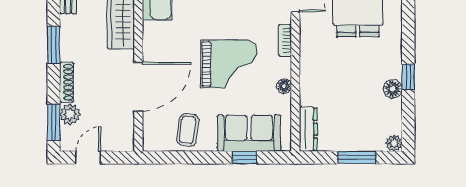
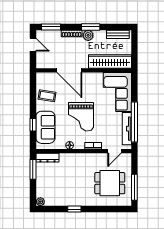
floor lamp: (393, 89) -> (68, 201), removed
plant: (70, 114) -> (88, 35), moved
window: (357, 157) -> (33, 169), moved

